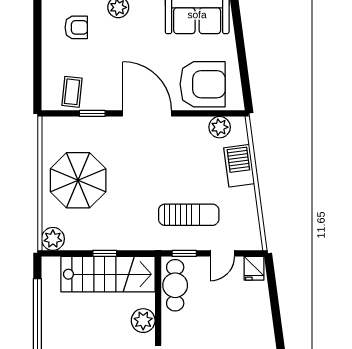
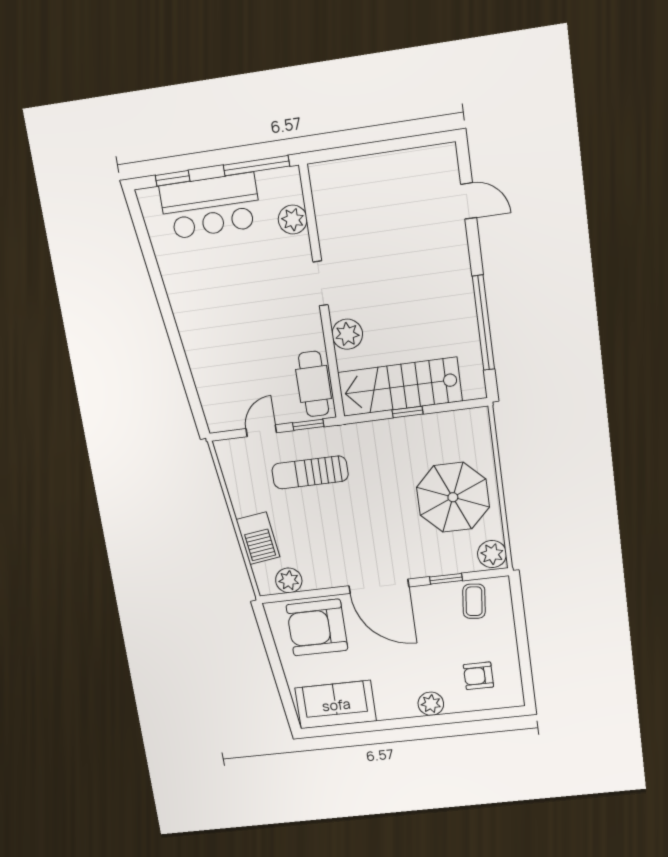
plant: (53, 239) -> (492, 554), moved
fridge: (254, 268) -> (219, 418), removed

